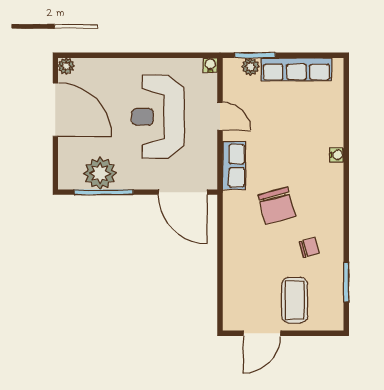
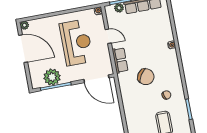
reception desk: (158, 117) -> (76, 43), turned 180
chair: (277, 206) -> (146, 77), turned -42

